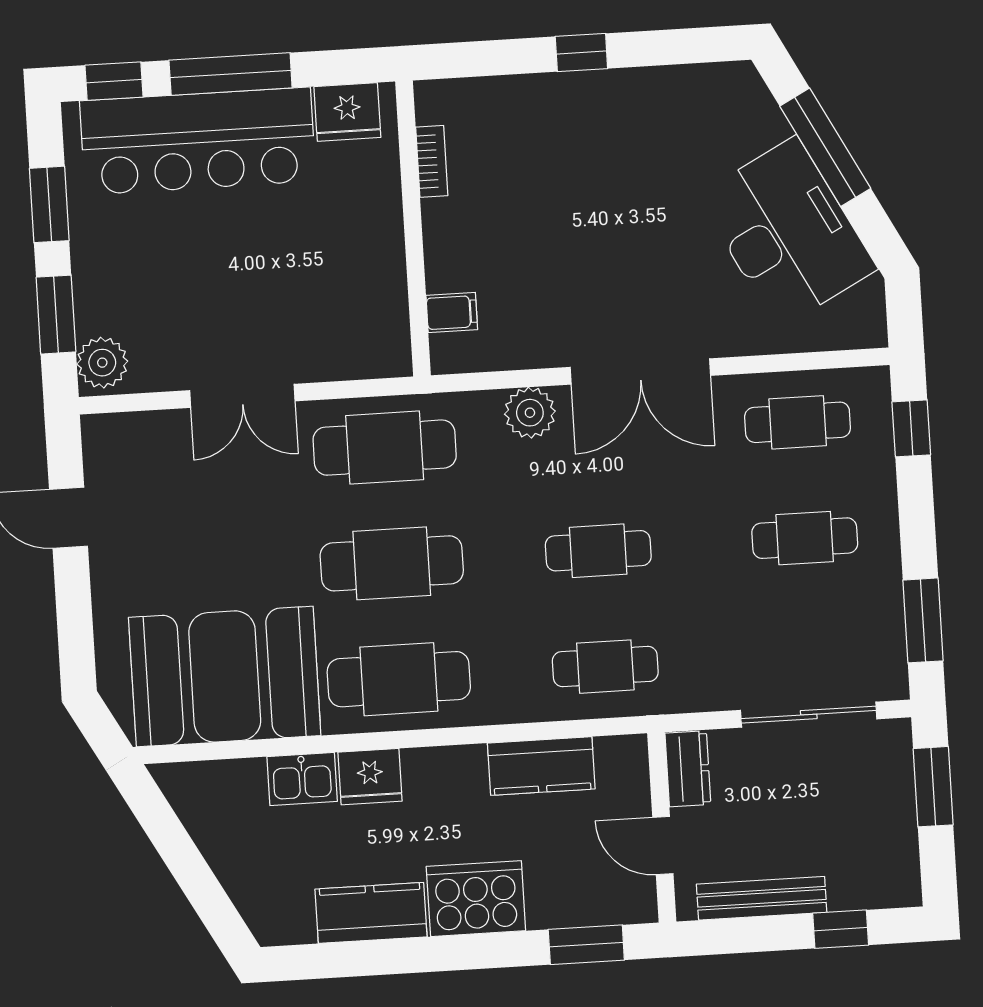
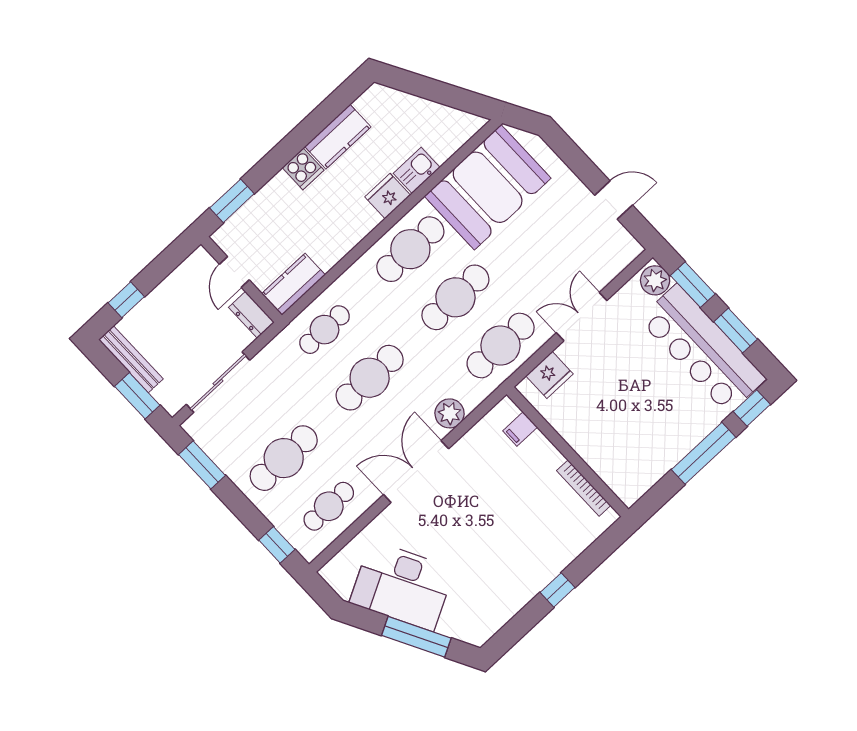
fridge: (347, 112) -> (549, 375), moved, turned 180
bar counter: (198, 141) -> (702, 349), moved, turned -90
bookcase: (432, 161) -> (584, 488), width x1.56
cafe table: (805, 538) -> (284, 458), width x1.37, depth x1.35
cafe table: (598, 551) -> (370, 378), width x1.37, depth x1.35
kitchen counter: (541, 766) -> (294, 284), moved
door: (663, 846) -> (234, 272), swing flipped
bench: (762, 898) -> (131, 359), moved, turned 90
cooker: (476, 899) -> (303, 169), width x0.53, depth x0.76

